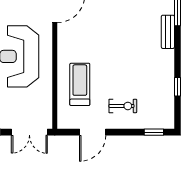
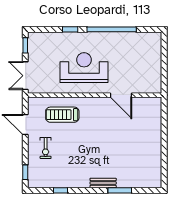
treadmill: (80, 84) -> (62, 115), turned 180

